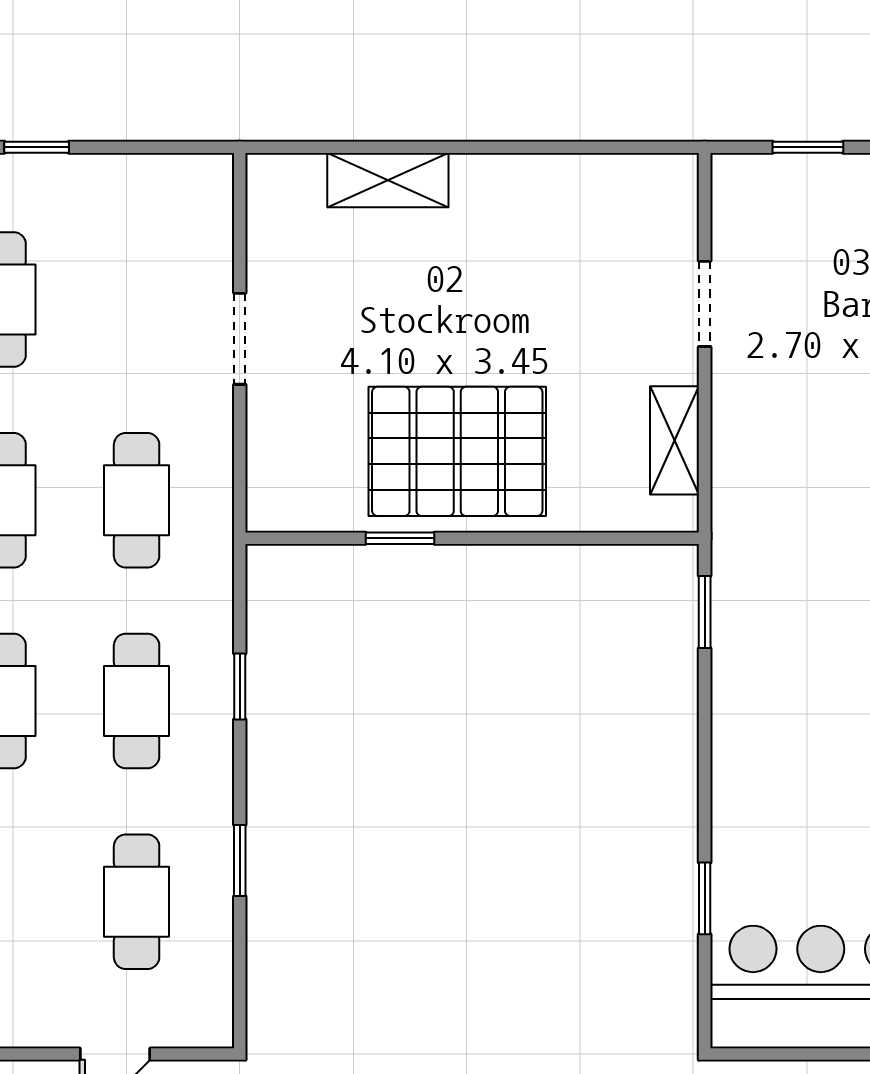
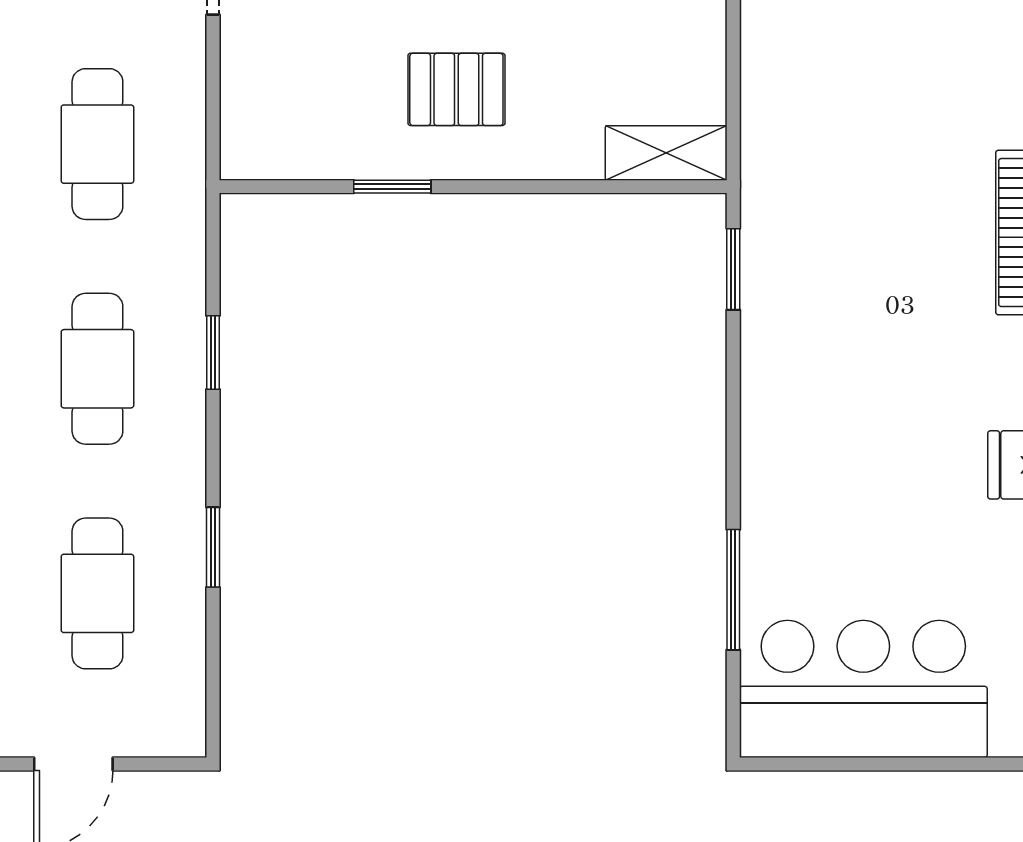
shelving: (674, 440) -> (666, 153), moved, turned 90
pallet: (457, 451) -> (456, 89), width x0.49, depth x0.50
window: (705, 898) -> (733, 590), width x1.50

